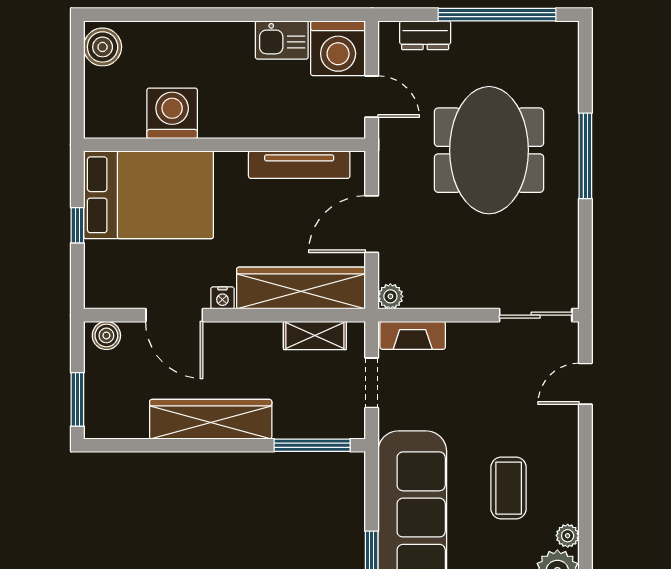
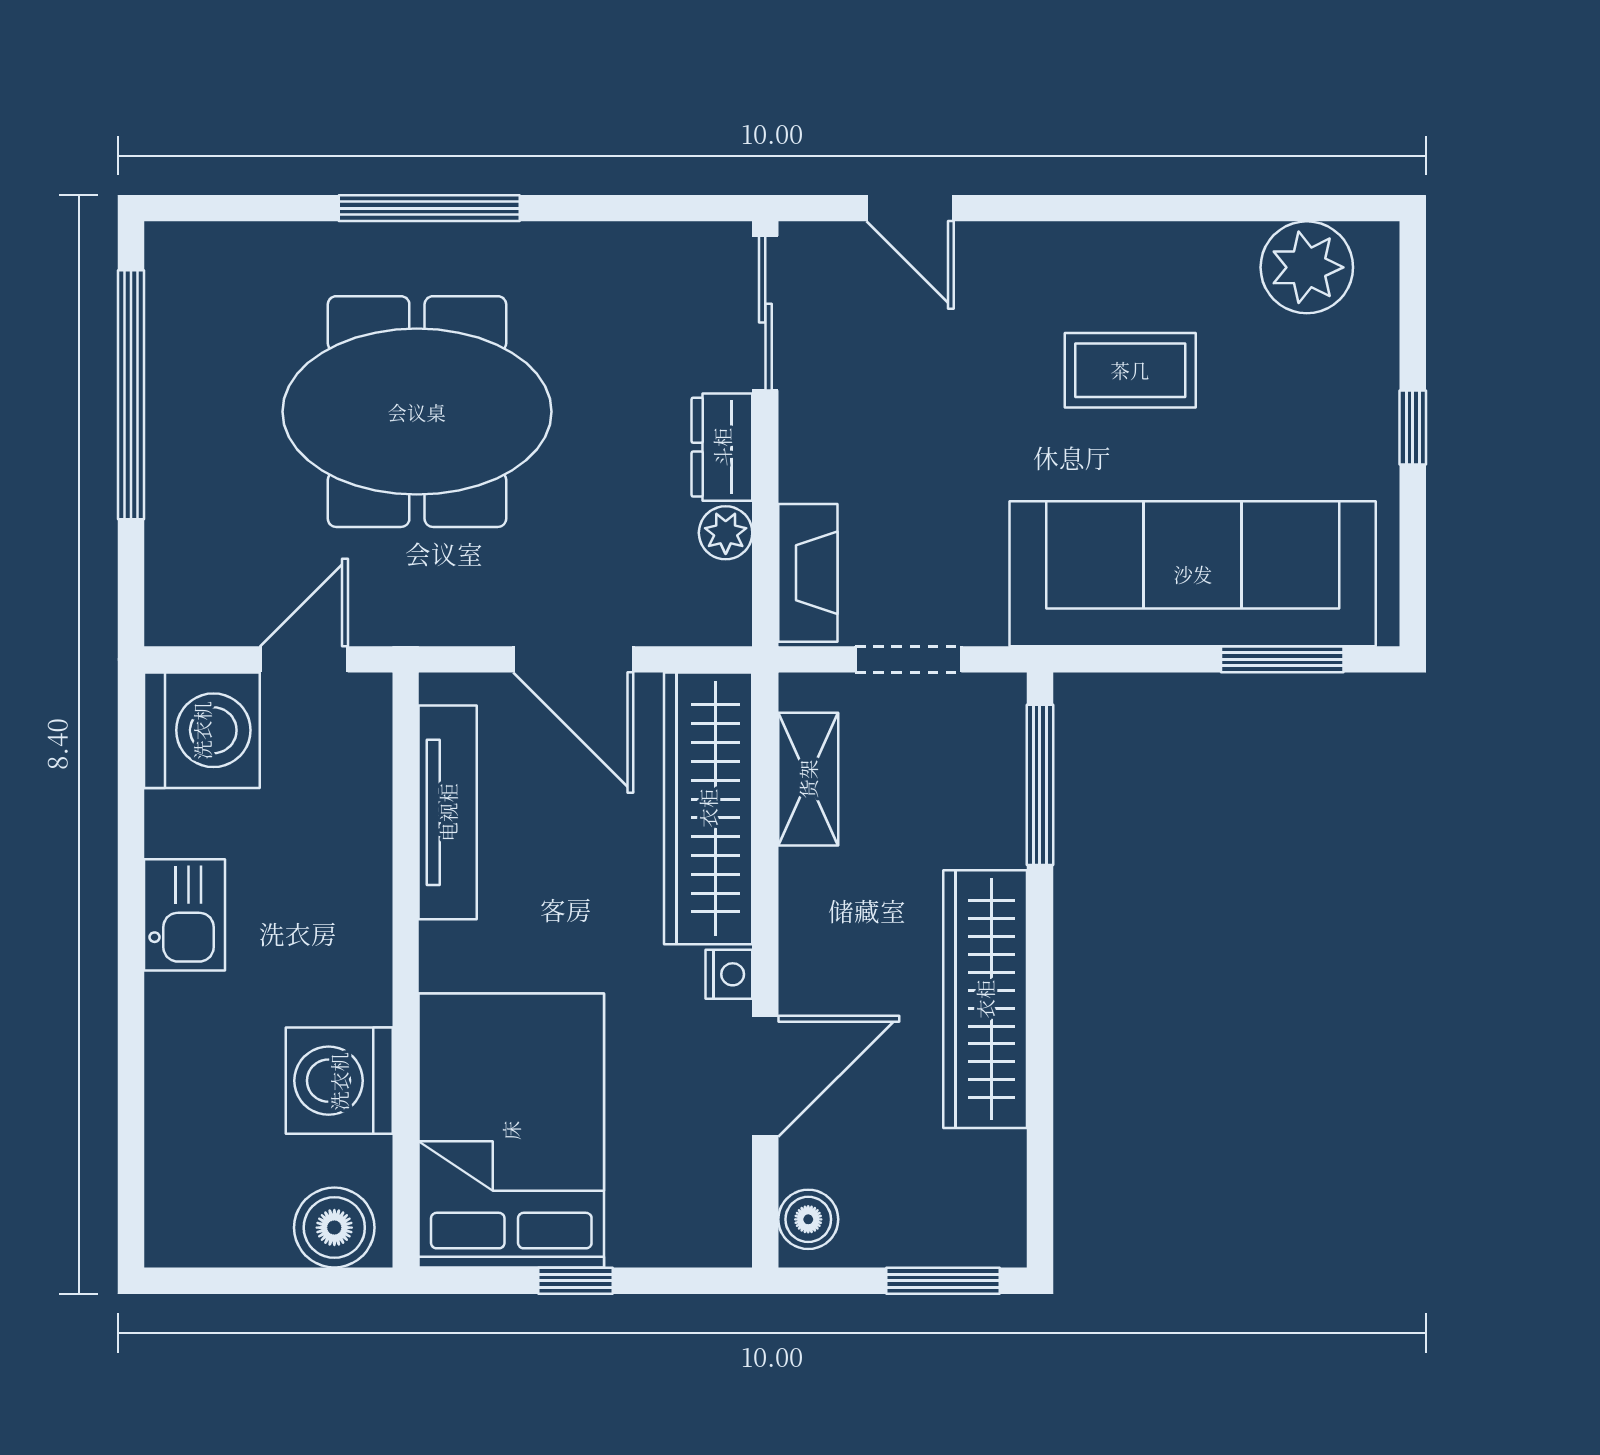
dresser: (425, 35) -> (722, 447), moved, turned 180
kitchen sink: (282, 40) -> (184, 915), moved
boiler: (103, 47) -> (334, 1228), moved
plant: (390, 296) -> (726, 533), moved
plant: (568, 536) -> (1231, 246), removed

